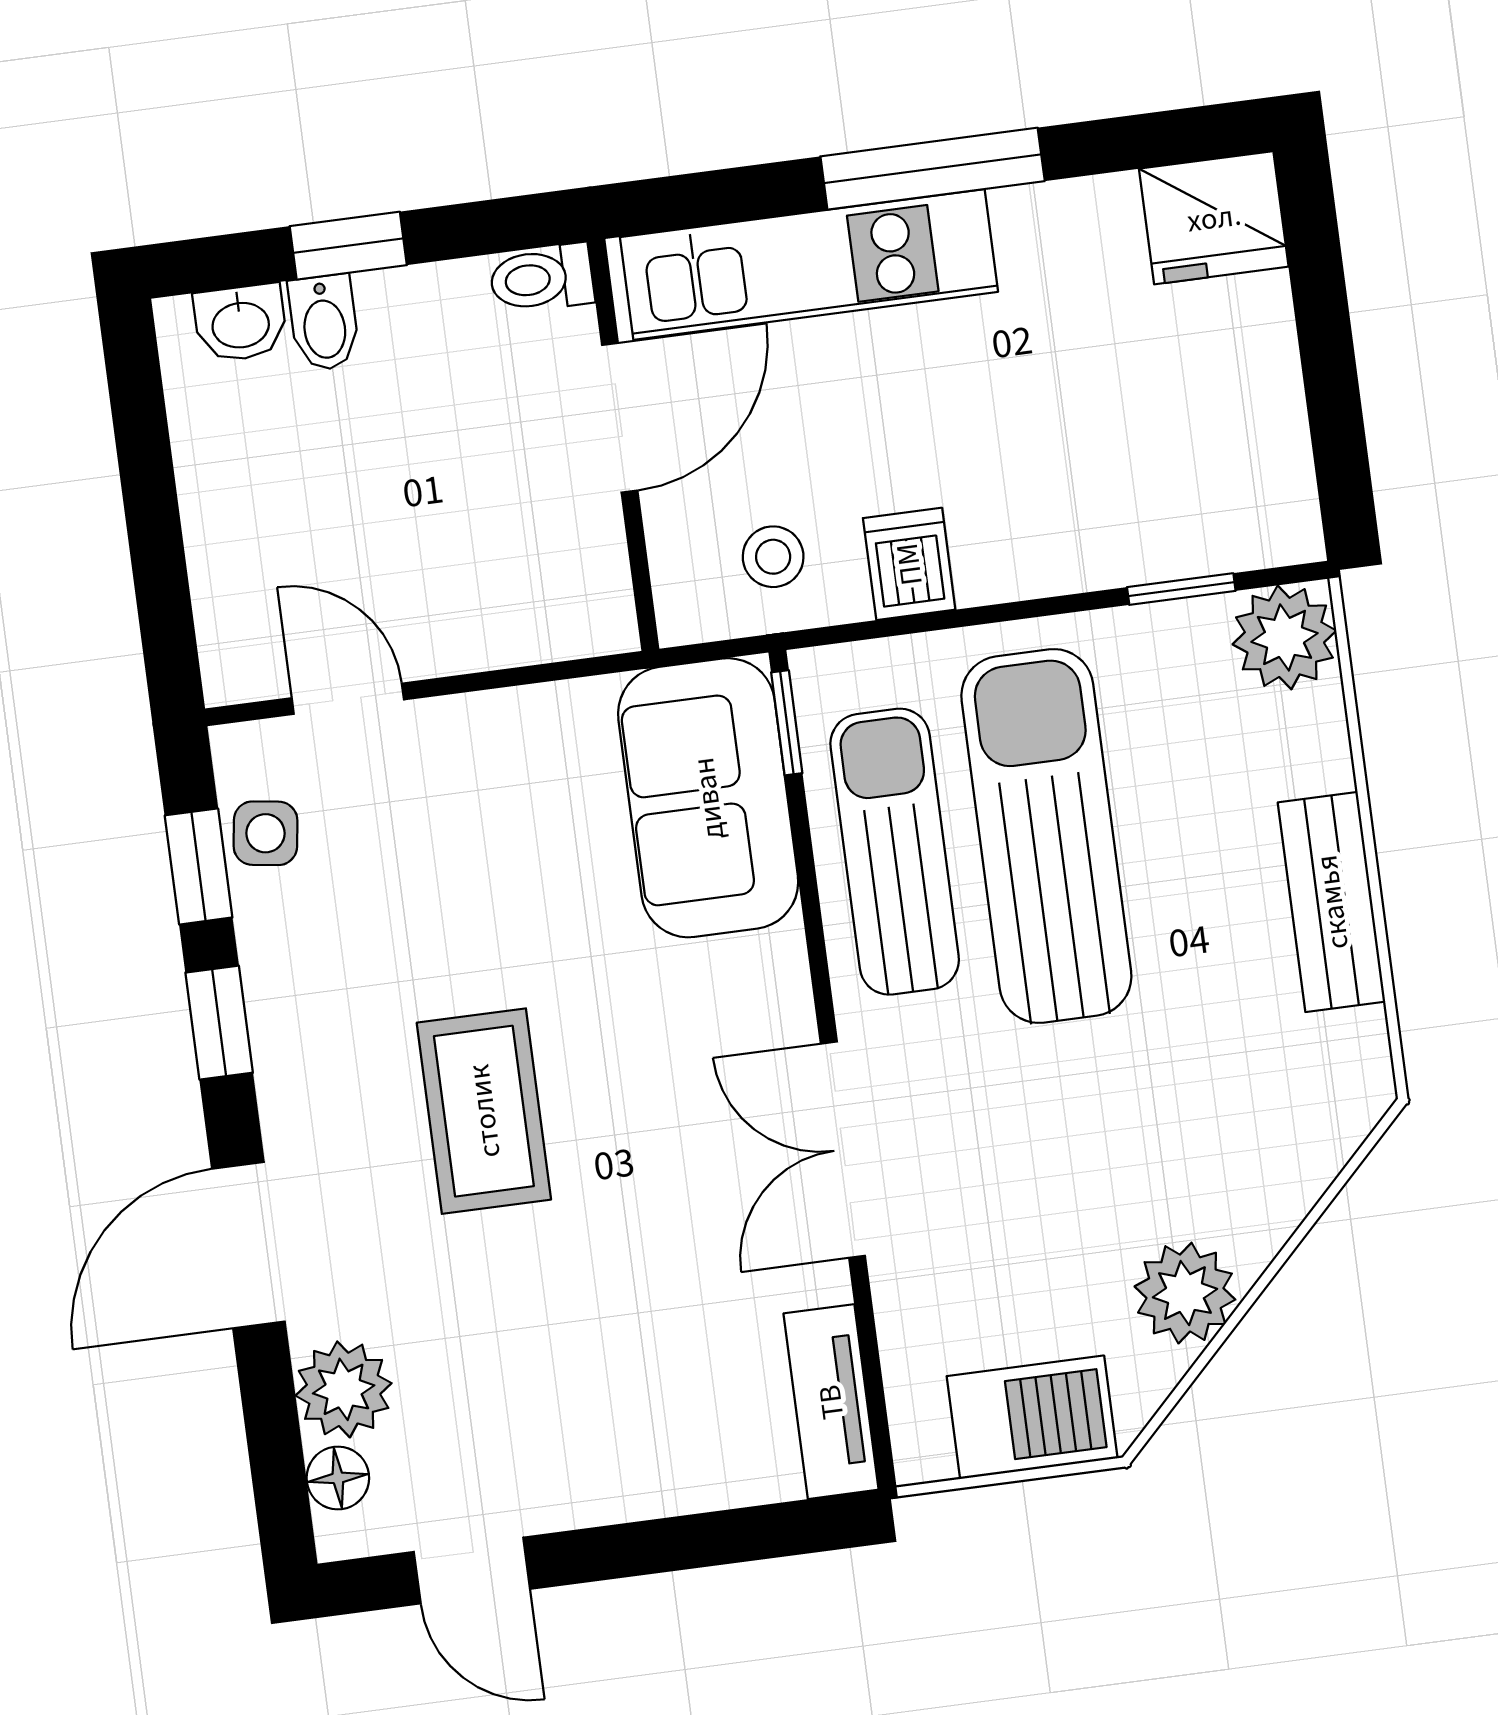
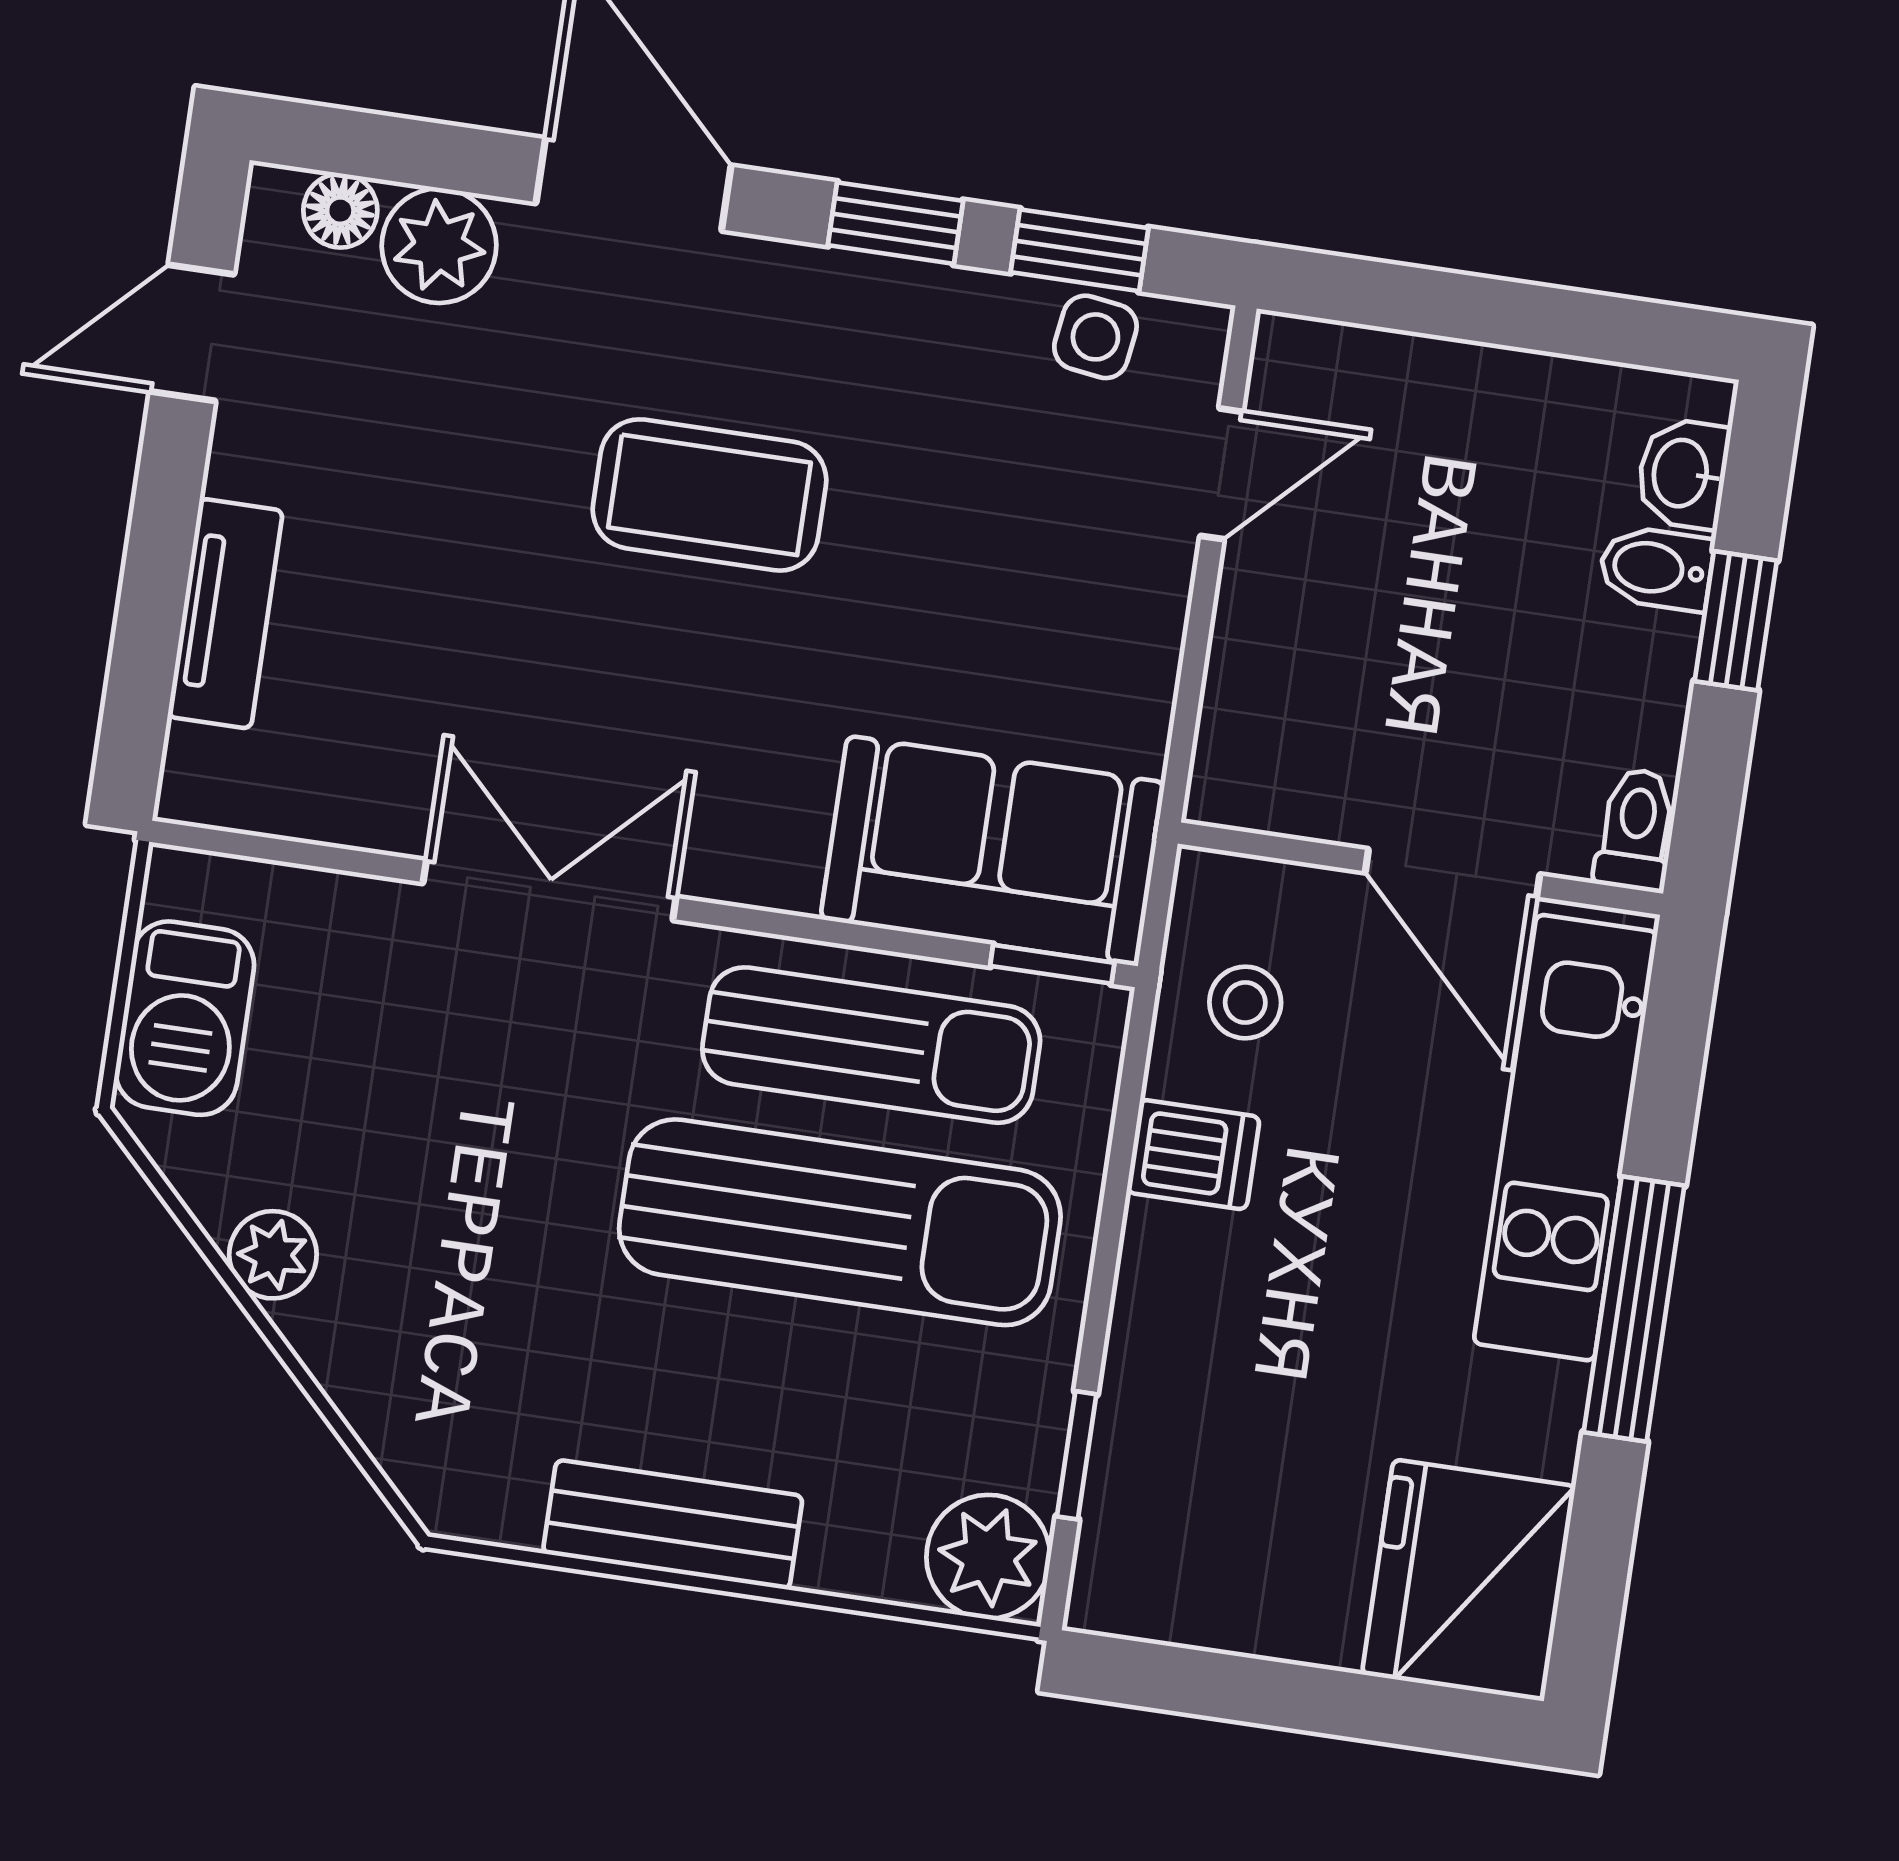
fridge: (1214, 218) -> (1469, 1580), width x1.36, depth x1.34
plant: (1185, 1293) -> (273, 1255), width x0.73, depth x0.73
tv unit: (831, 1402) -> (225, 614), moved, turned 90

